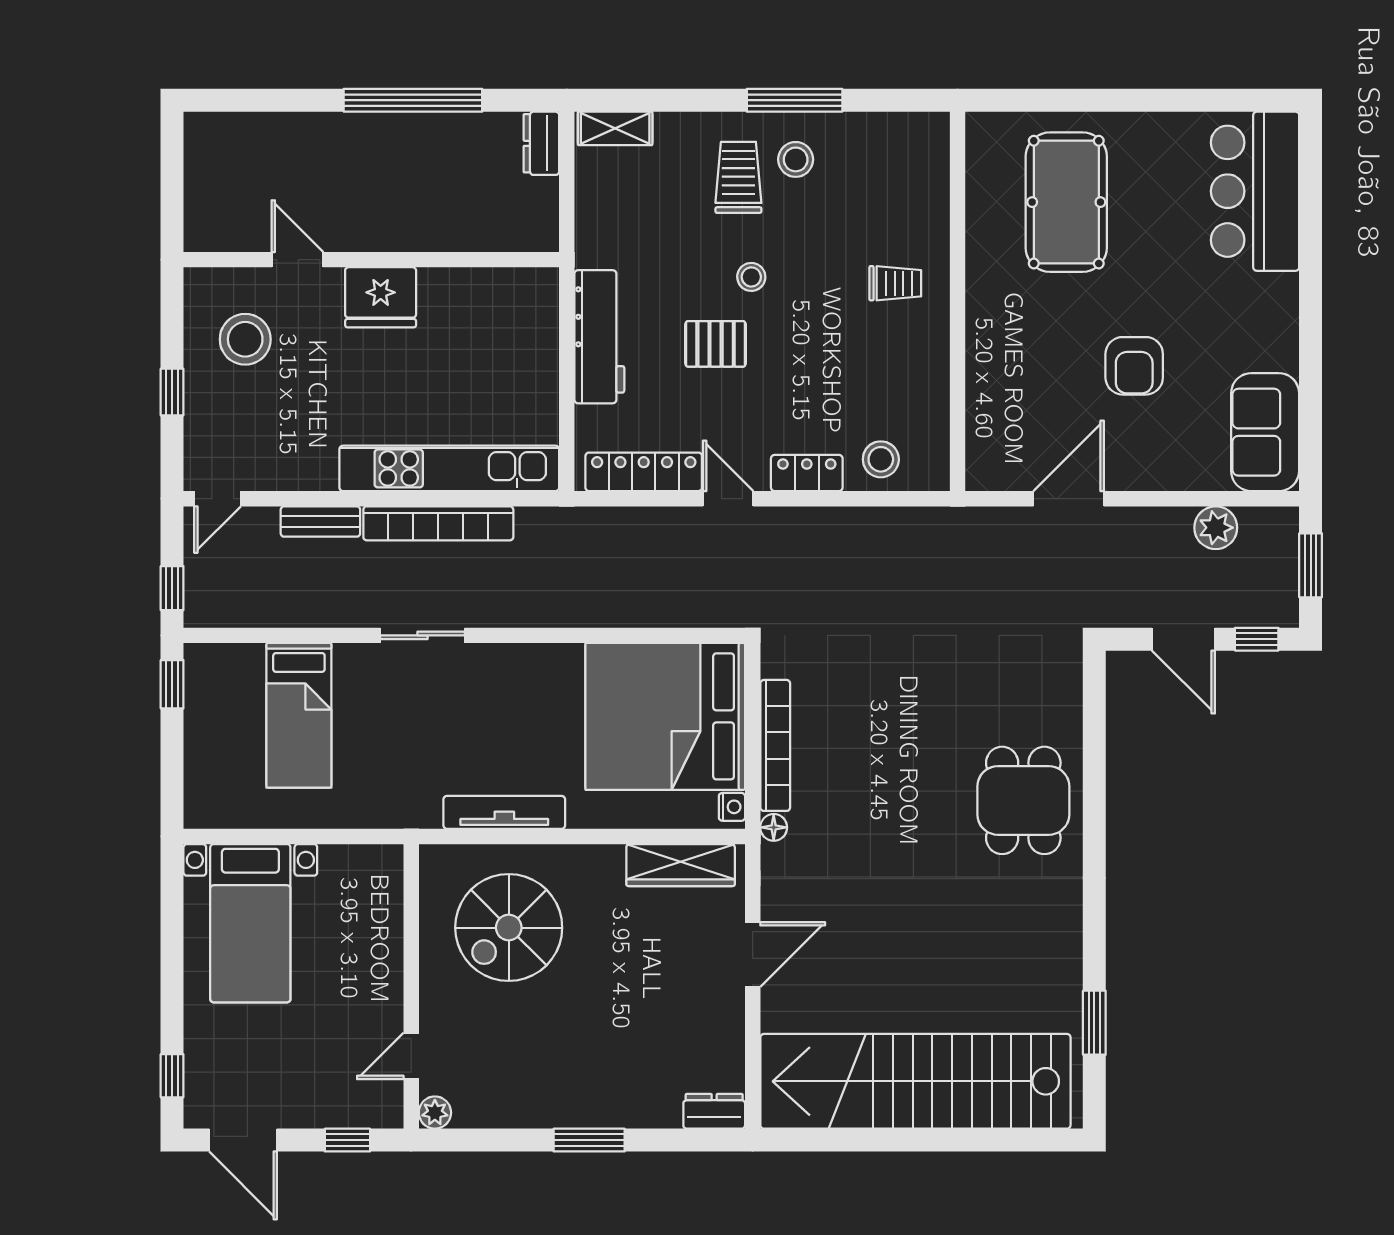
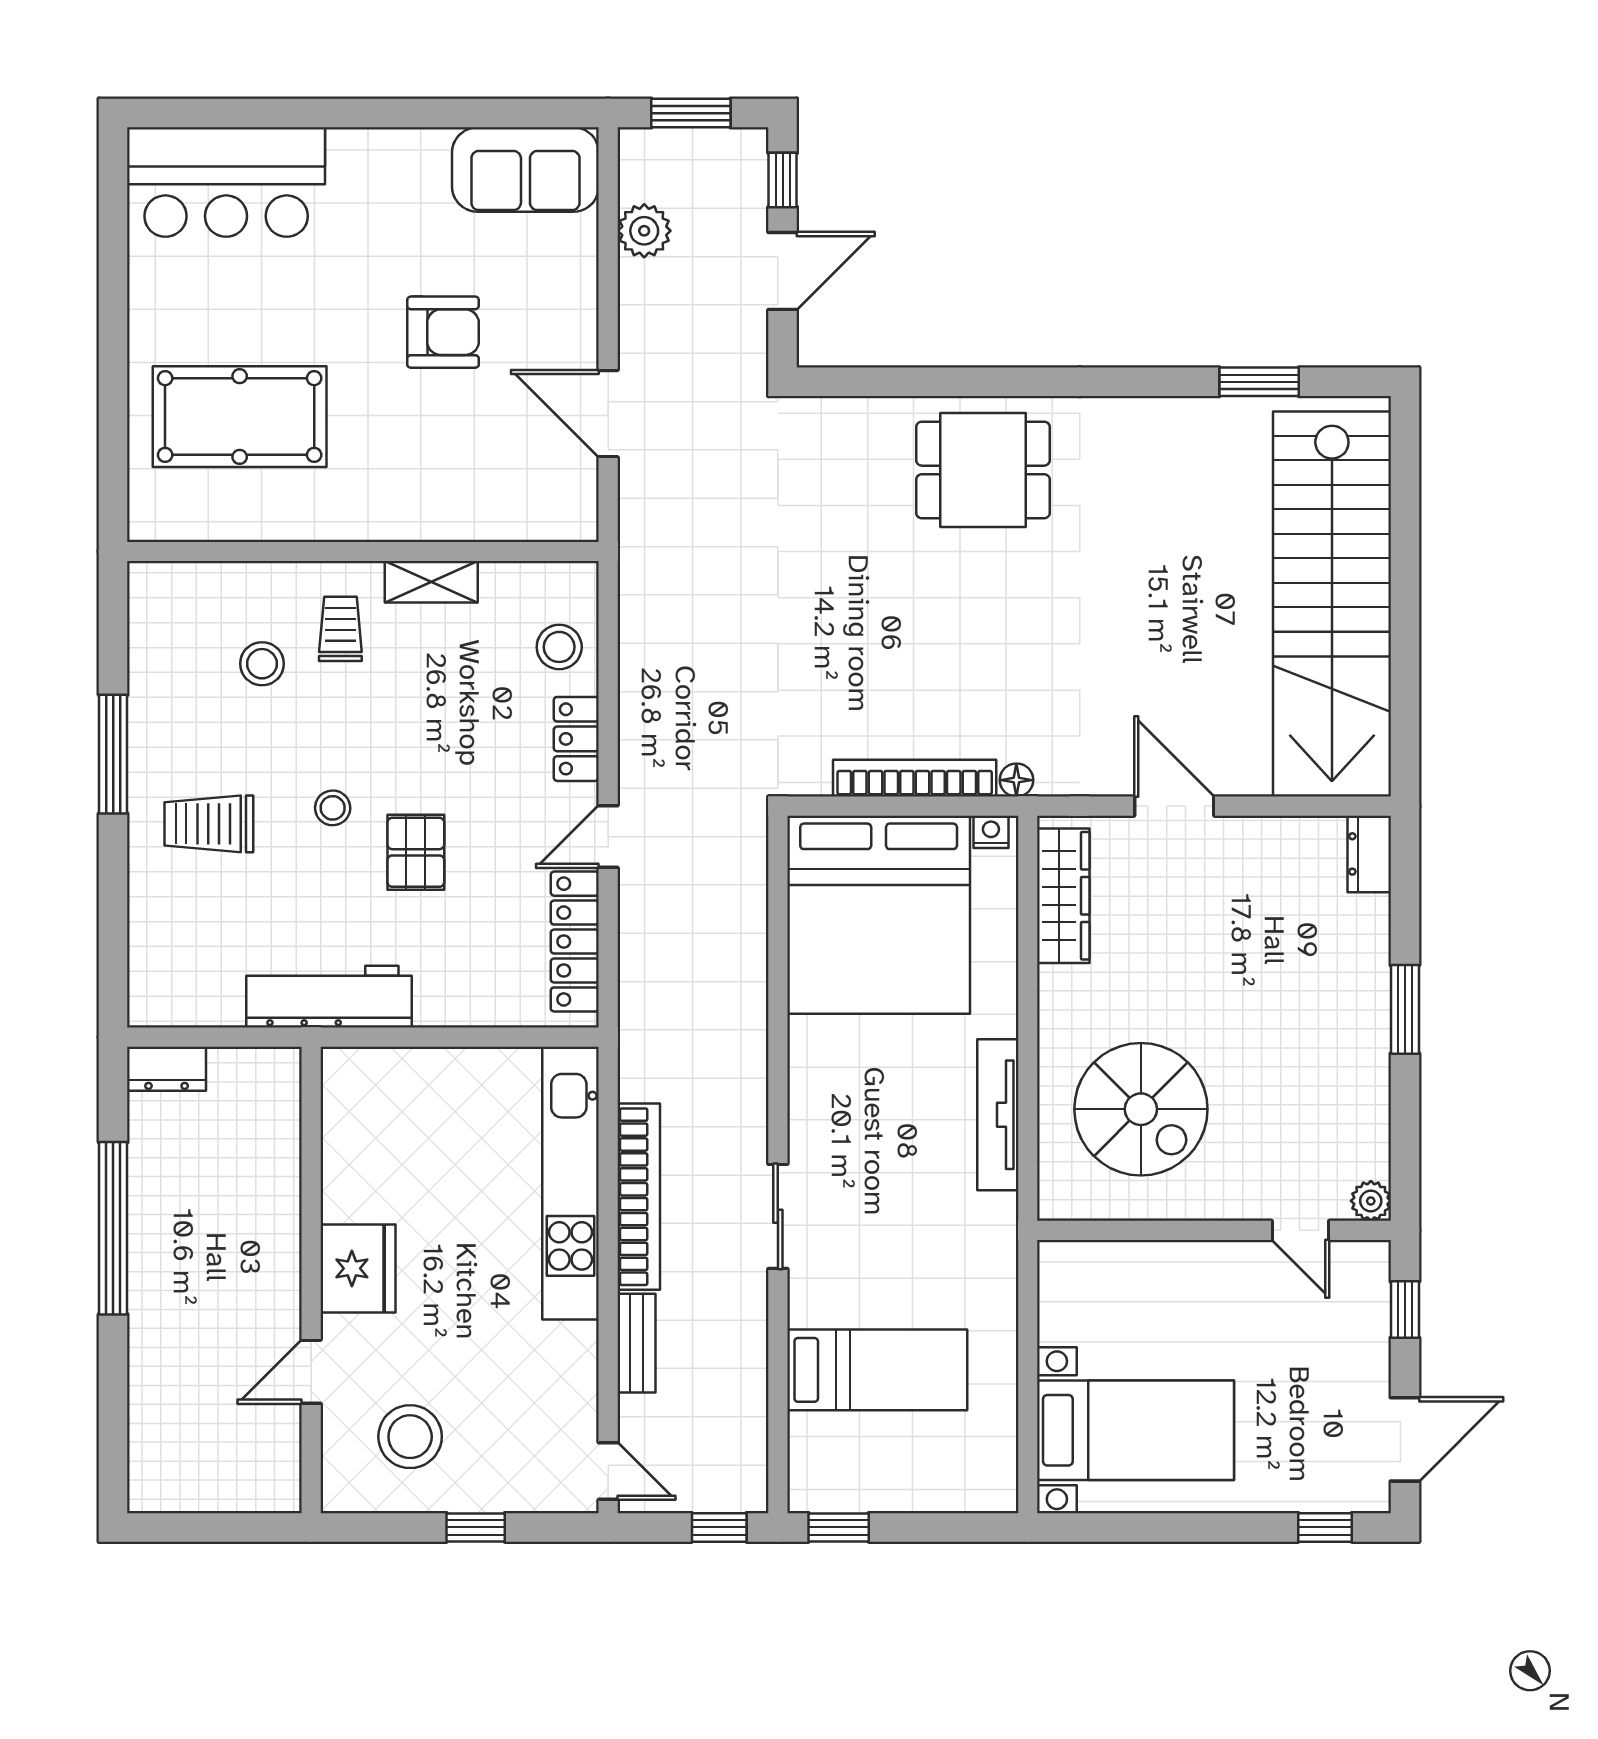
shelving: (615, 128) -> (431, 582), moved, turned 90
stool: (796, 159) -> (262, 664), moved
workbench: (599, 337) -> (329, 997), moved

